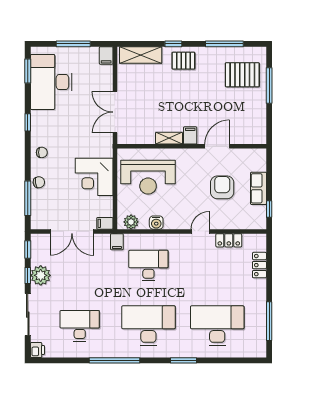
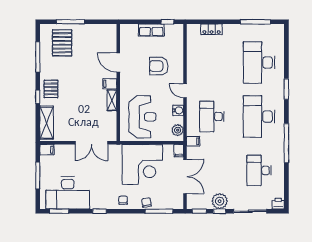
corner desk: (94, 177) -> (142, 164), width x1.36, depth x1.36
armchair: (222, 187) -> (159, 66), moved
door: (200, 231) -> (185, 91), moved
locker: (229, 240) -> (192, 53), removed

